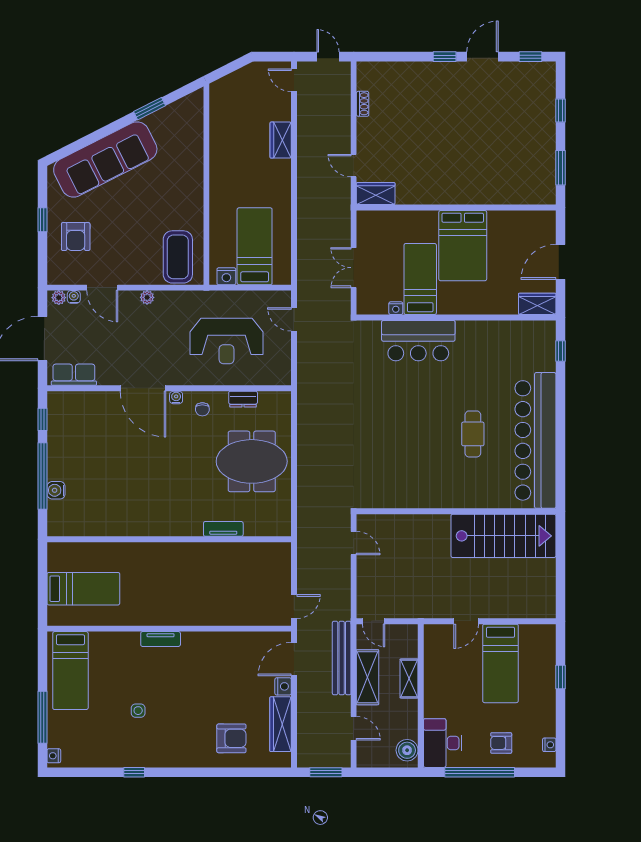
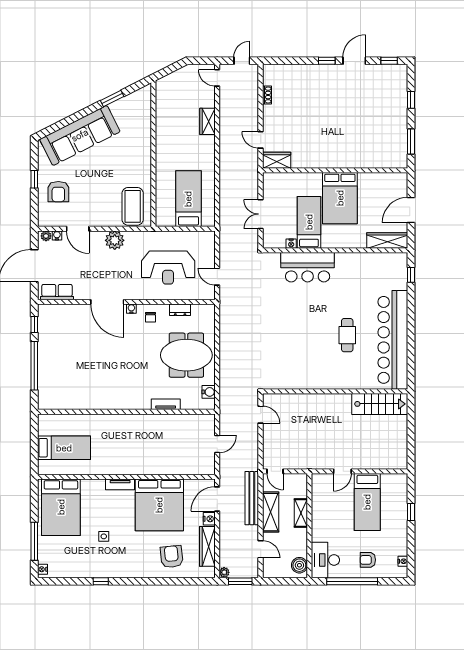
door: (328, 57) -> (242, 61), hinge flipped
nightstand: (226, 276) -> (168, 220), removed
plant: (147, 297) -> (115, 240), width x1.87, depth x1.87
wardrobe: (537, 304) -> (387, 241), width x1.50
door: (294, 319) -> (217, 277), moved
water cooler: (56, 490) -> (209, 392), moved, turned 180
stairs: (503, 536) -> (380, 404), width x0.73, depth x0.66
door: (294, 606) -> (217, 444), moved
bed: (215, 667) -> (159, 505), added
bed: (70, 671) -> (61, 507), width x1.50
armchair: (231, 738) -> (172, 557), turned -96
plant: (304, 760) -> (224, 572), added

